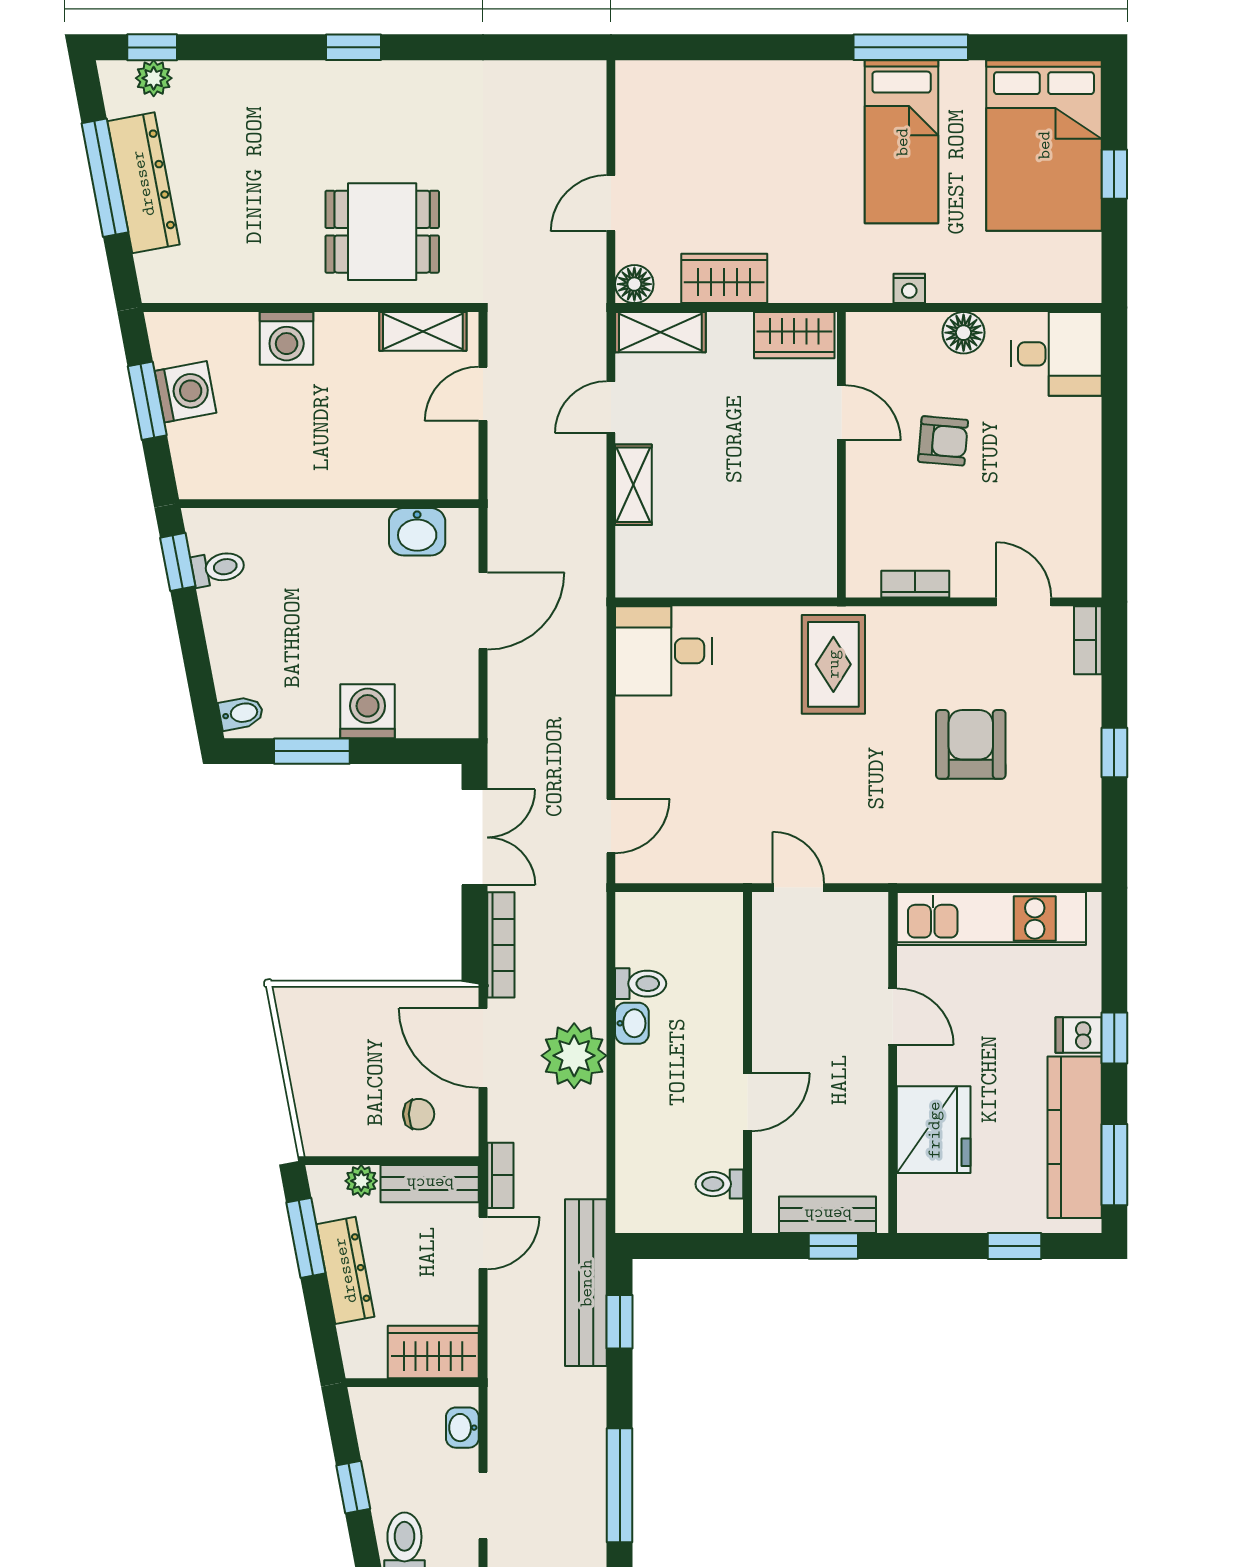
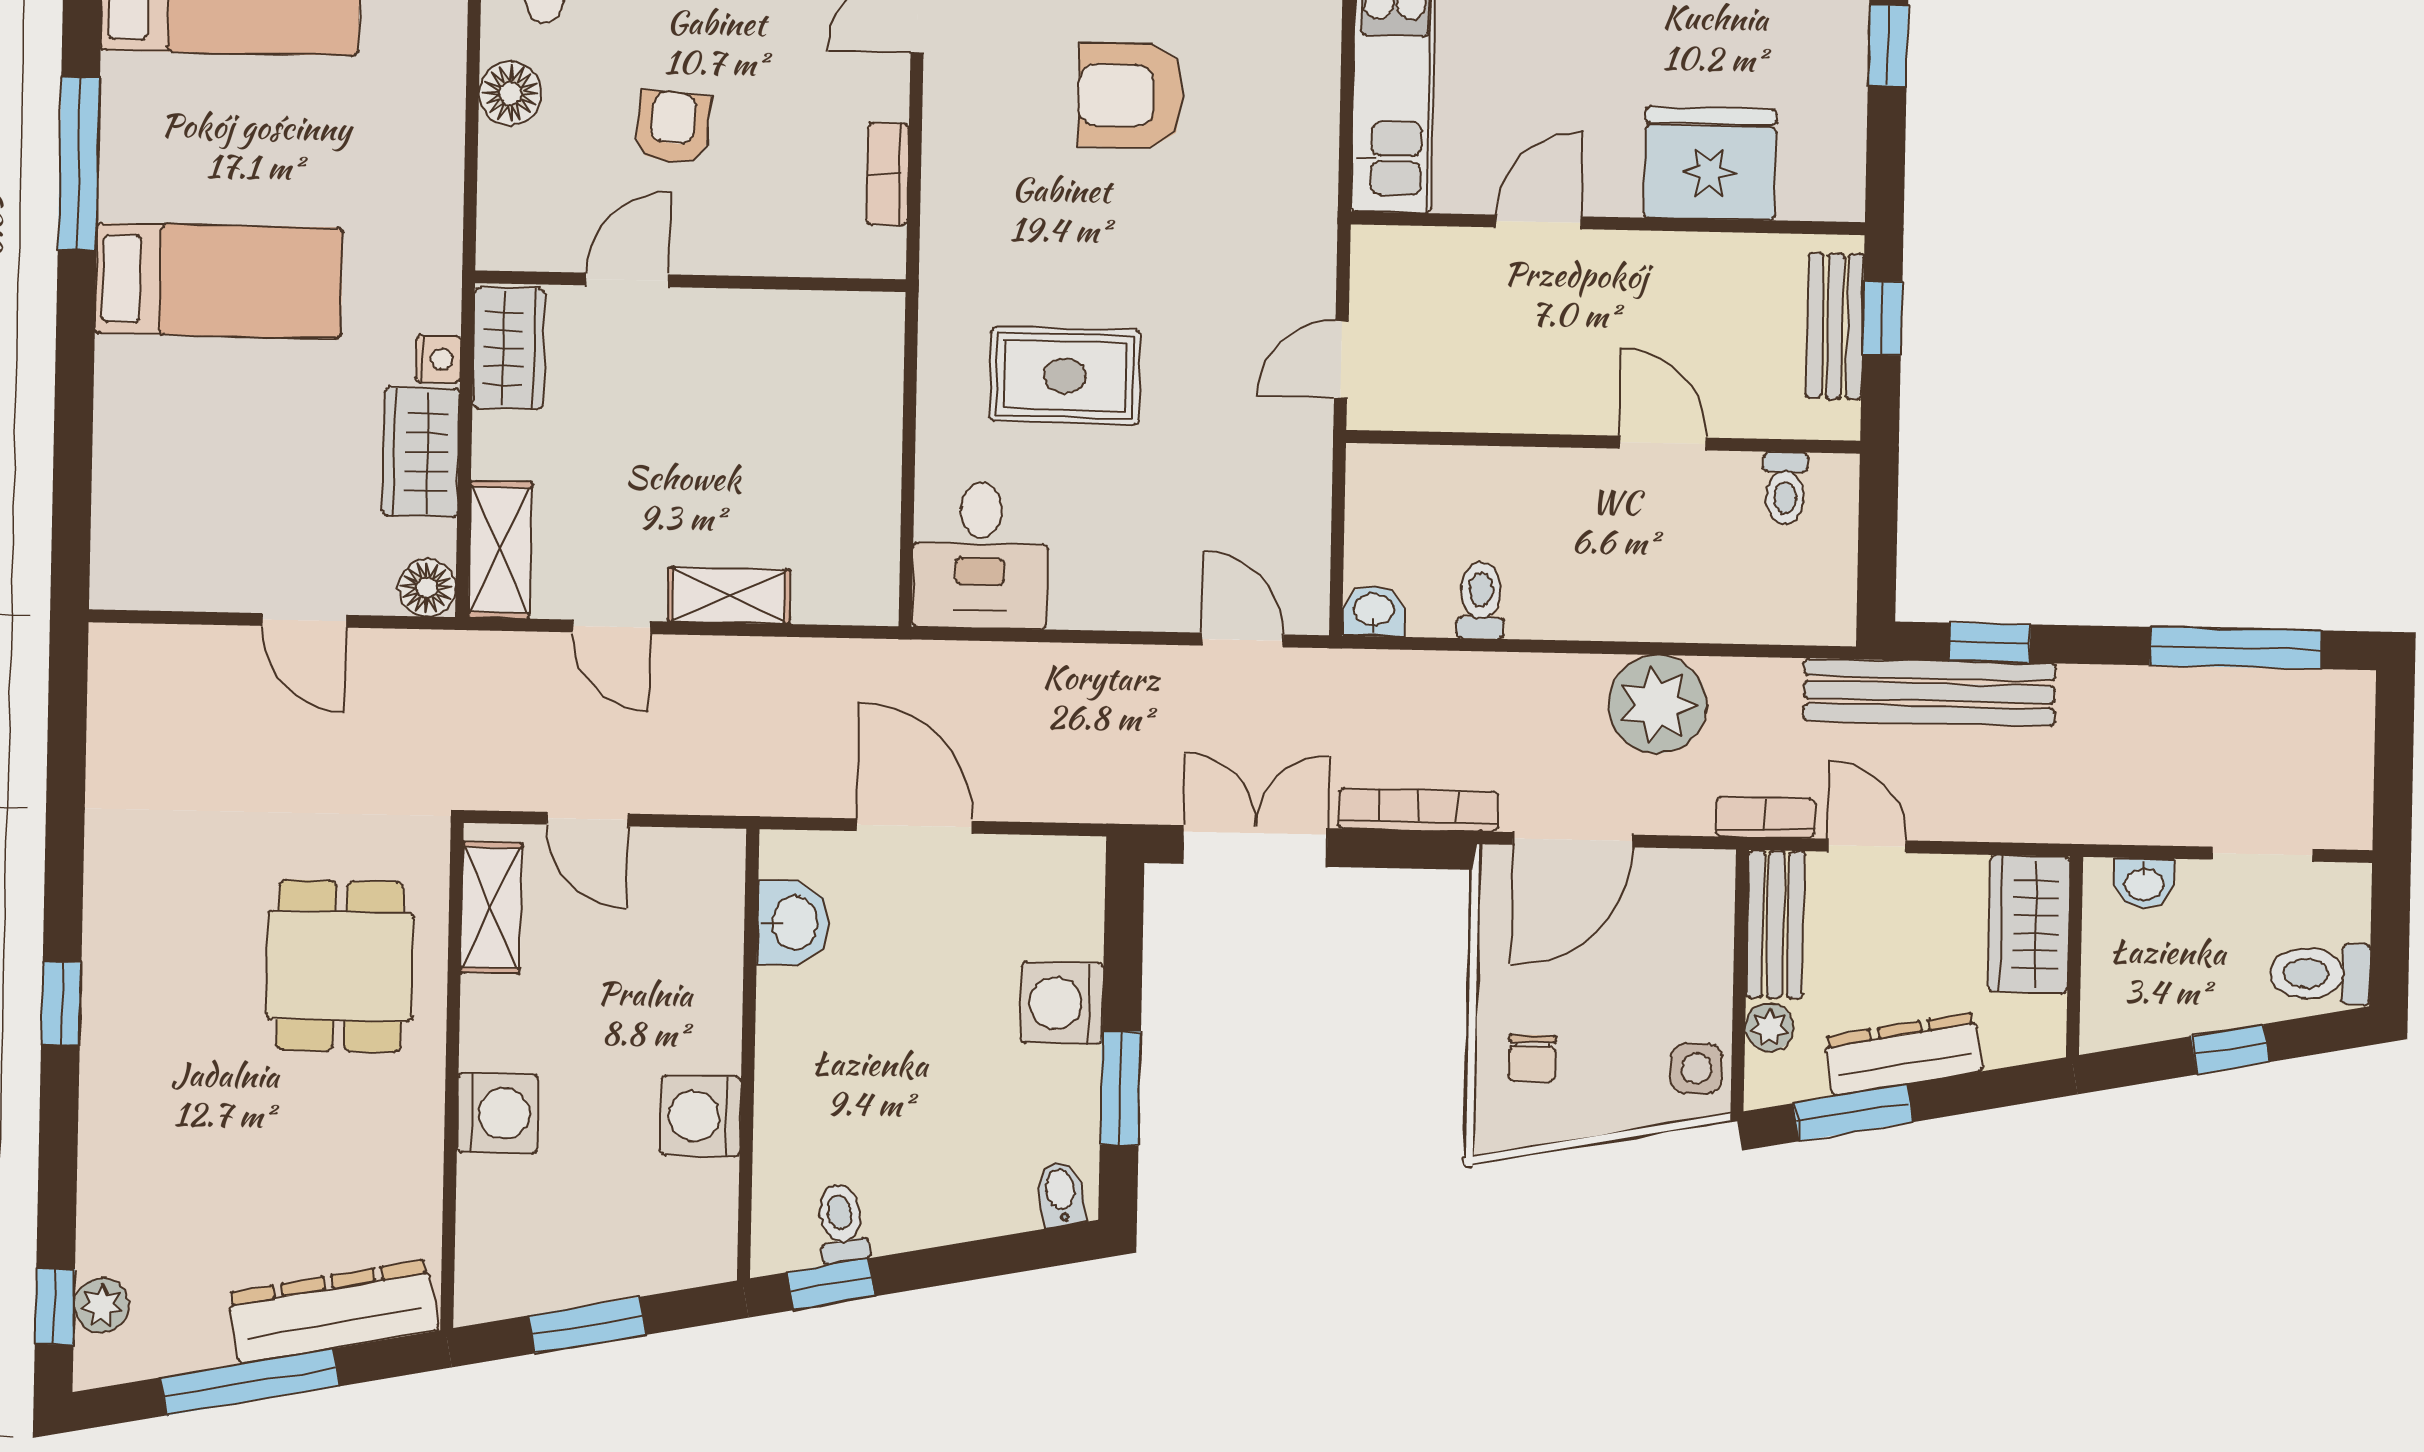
bed: (902, 142) -> (219, 281), moved
dresser: (143, 183) -> (333, 1312), moved
nightstand: (909, 288) -> (438, 359), moved
washing machine: (185, 392) -> (701, 1116), moved, turned -79
rug: (833, 664) -> (1065, 376), moved
washbasin: (632, 1023) -> (1374, 611), moved
plant: (574, 1056) -> (1658, 704), moved
chair: (419, 1114) -> (1532, 1058), moved, turned 180
side table: (333, 1133) -> (1696, 1068), added

